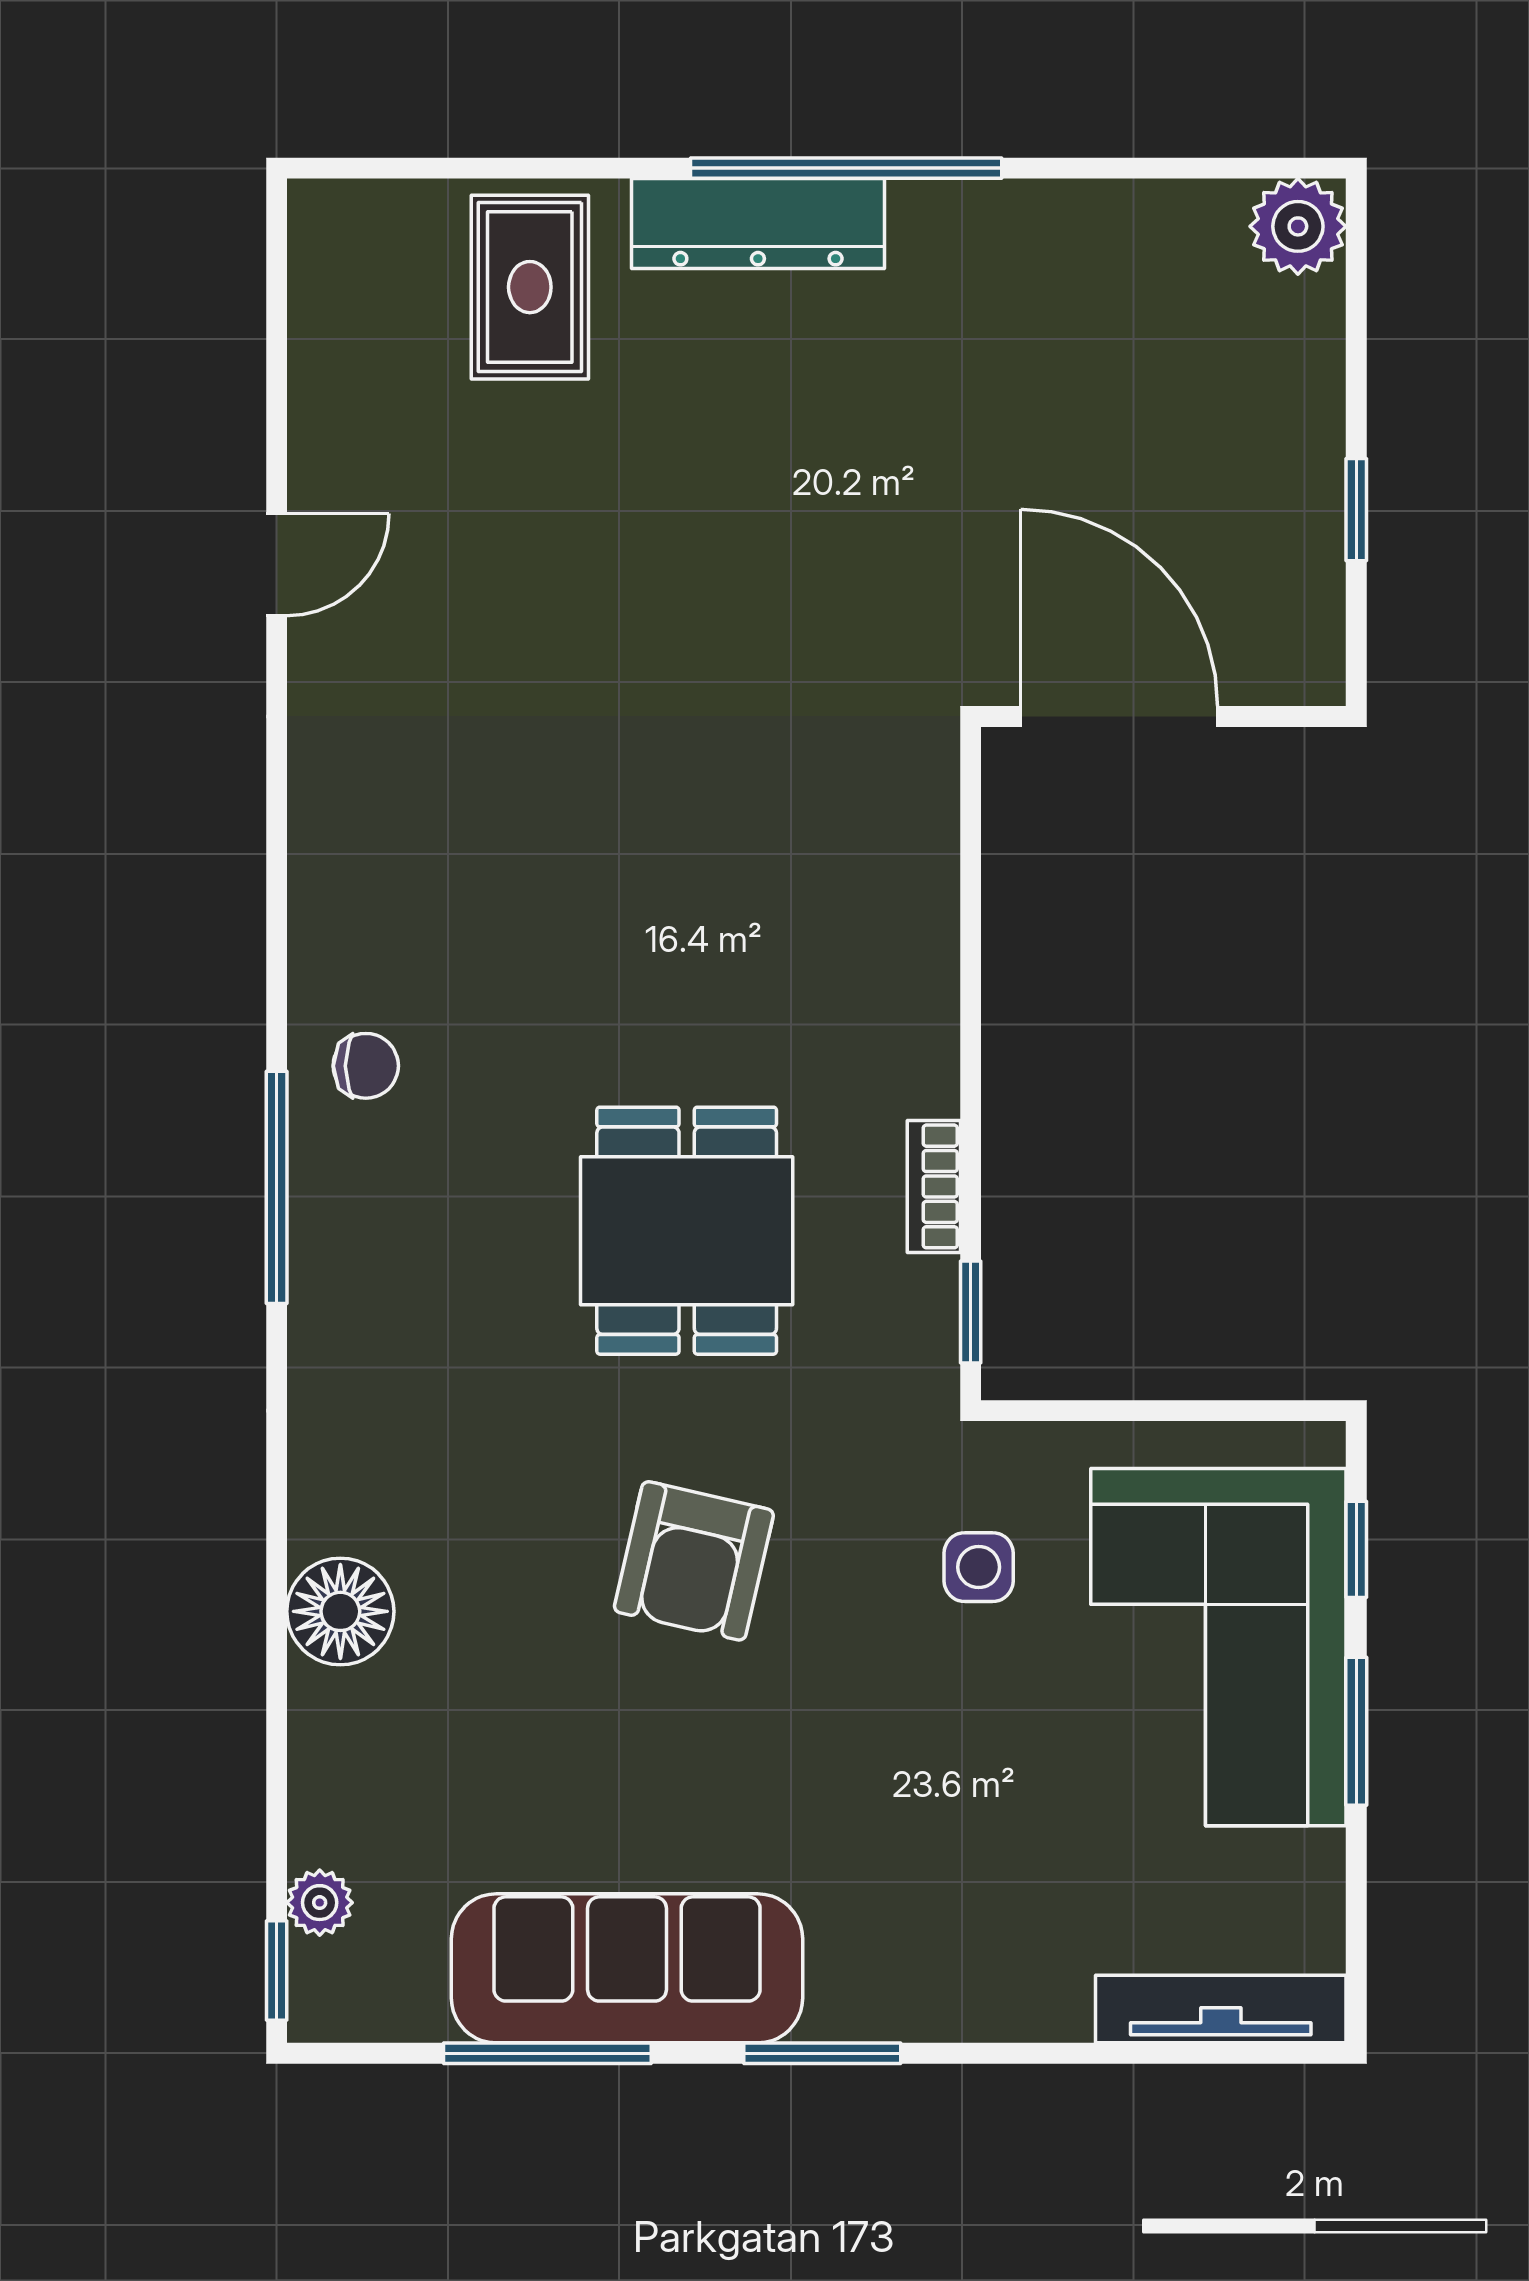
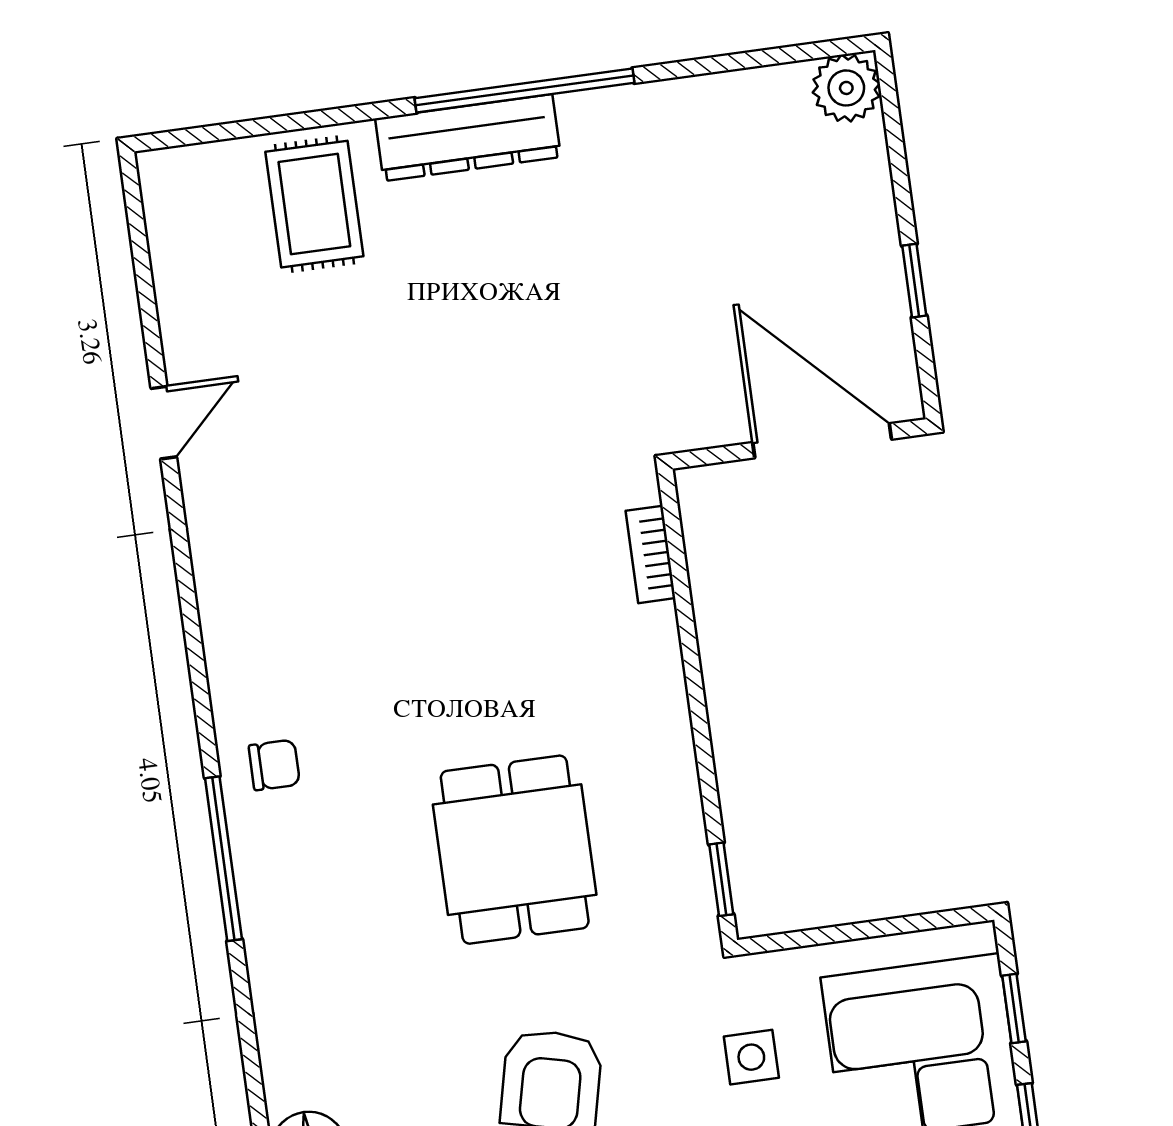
door: (1119, 716) -> (822, 441), moved
bookcase: (934, 1186) -> (651, 554), moved

